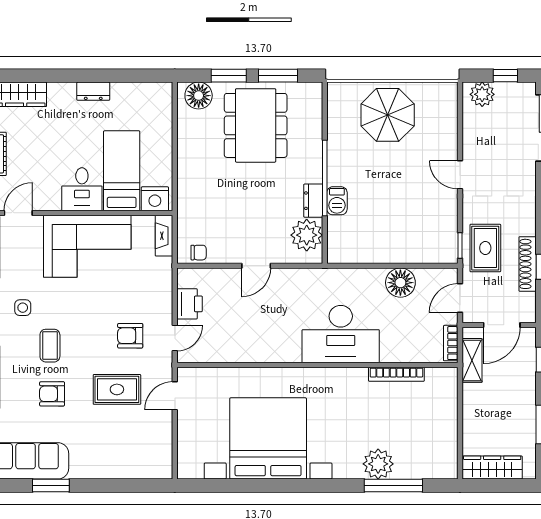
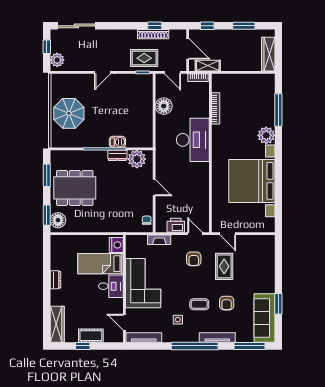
window: (229, 76) -> (47, 215), moved
fireplace: (164, 236) -> (159, 240), moved
plant: (378, 464) -> (266, 135), moved

